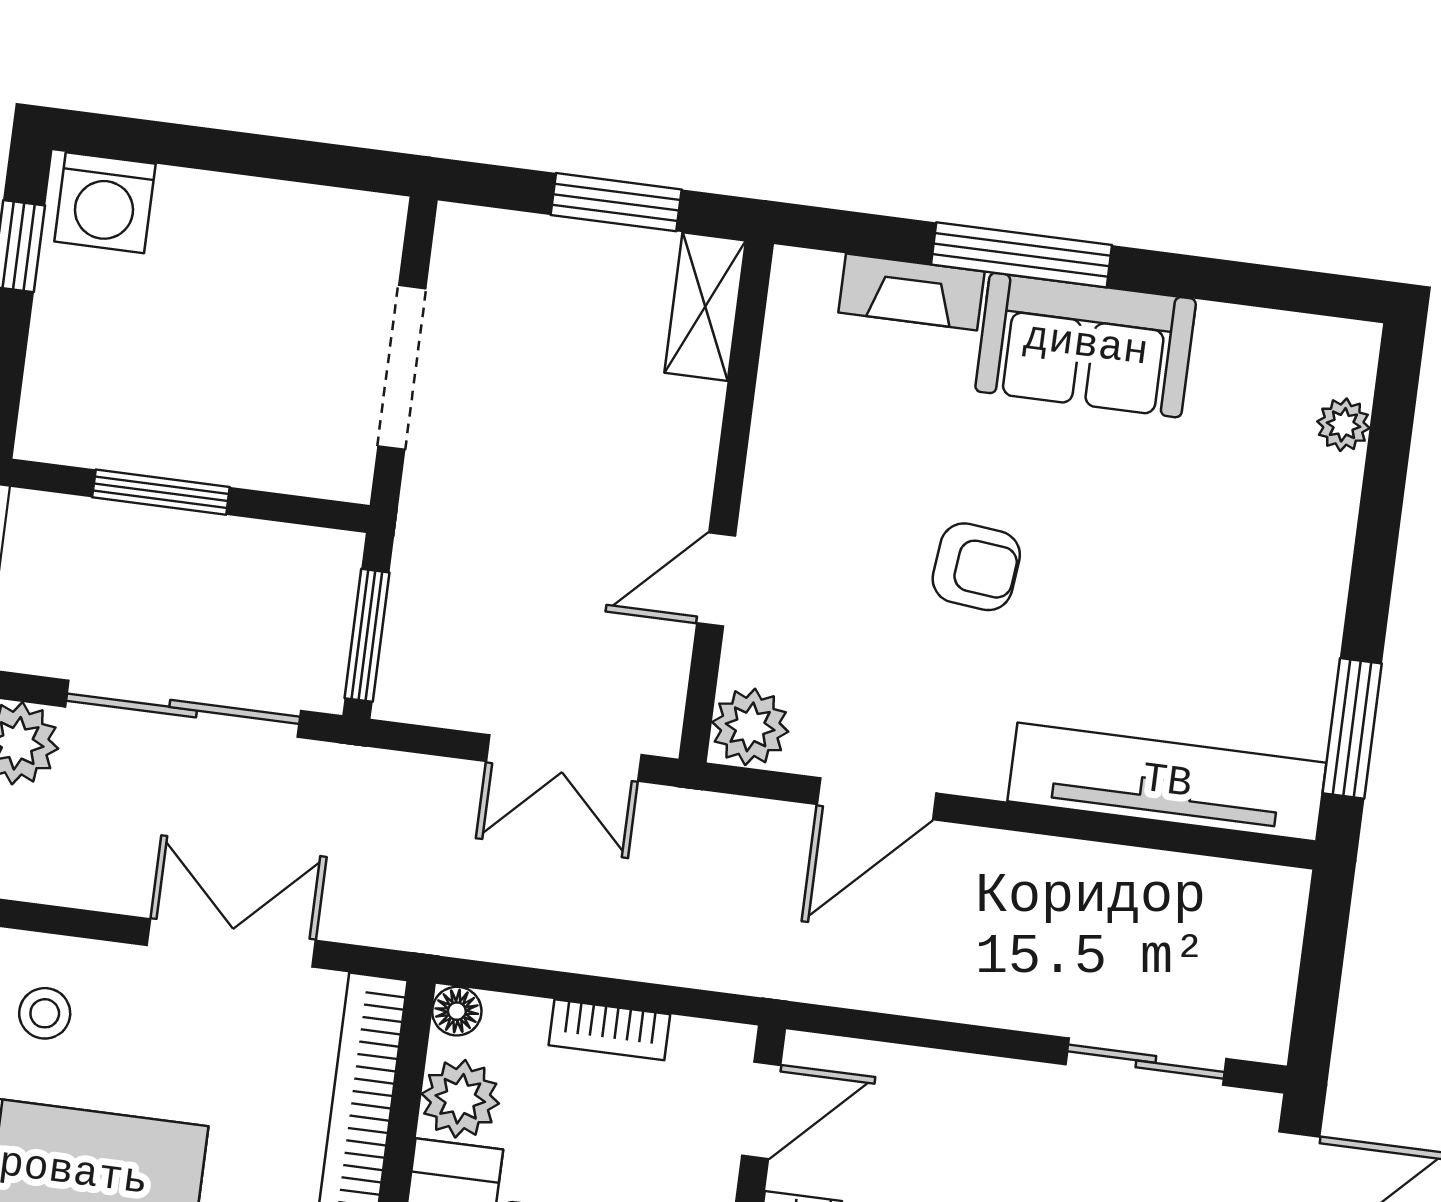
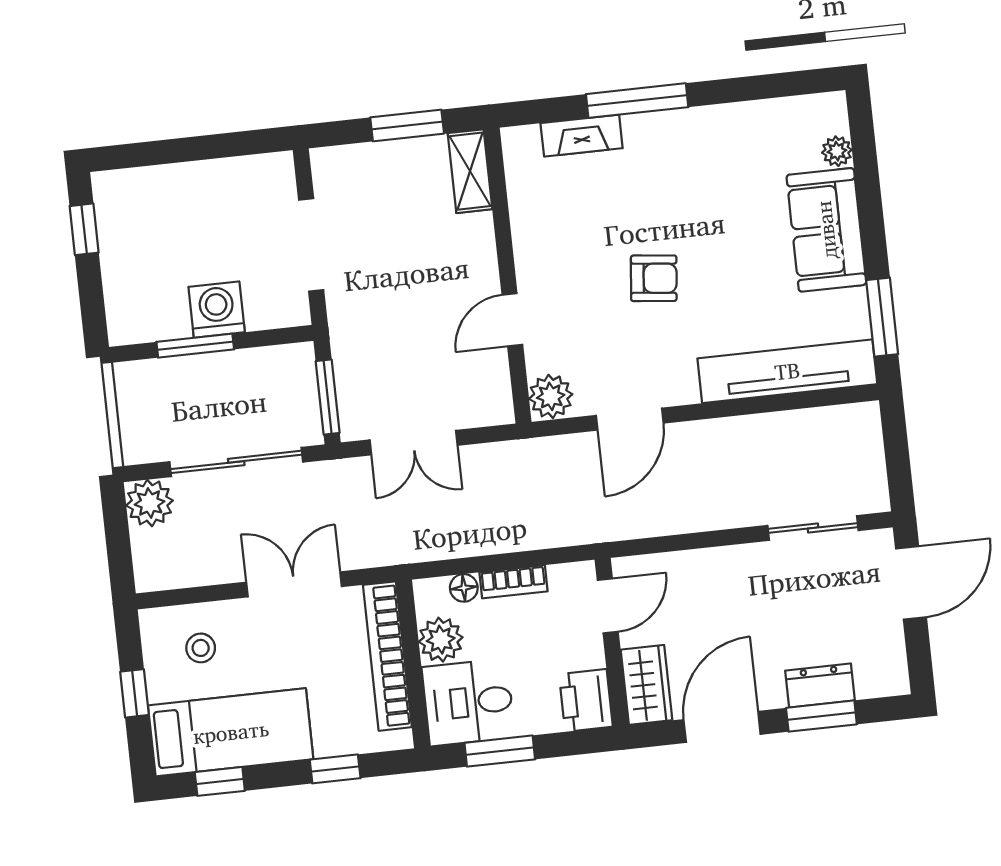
washing machine: (105, 203) -> (217, 310), moved, turned 180
sofa: (1086, 345) -> (826, 230), moved, turned 90
double door: (564, 758) -> (414, 443), moved
floor lamp: (457, 1011) -> (464, 588), moved

